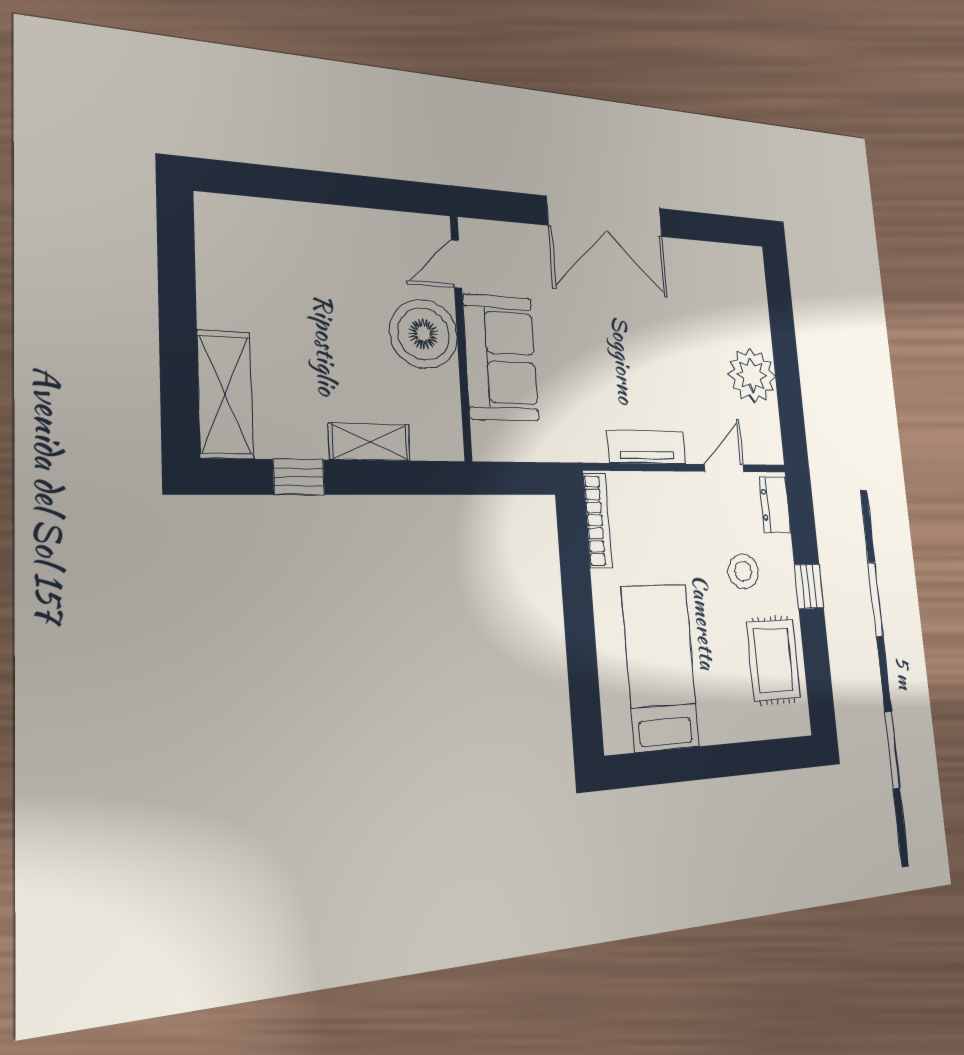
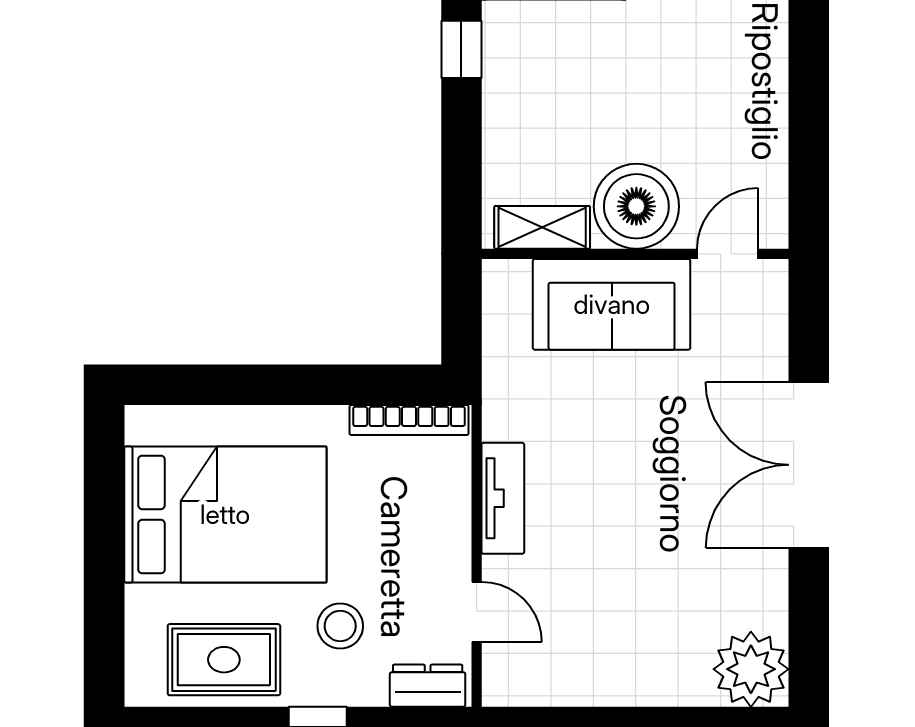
door: (457, 264) -> (728, 254), hinge flipped
plant: (752, 375) -> (751, 669), moved
shelving: (370, 442) -> (542, 227), moved, turned 90
bed: (660, 666) -> (225, 514), width x1.50

